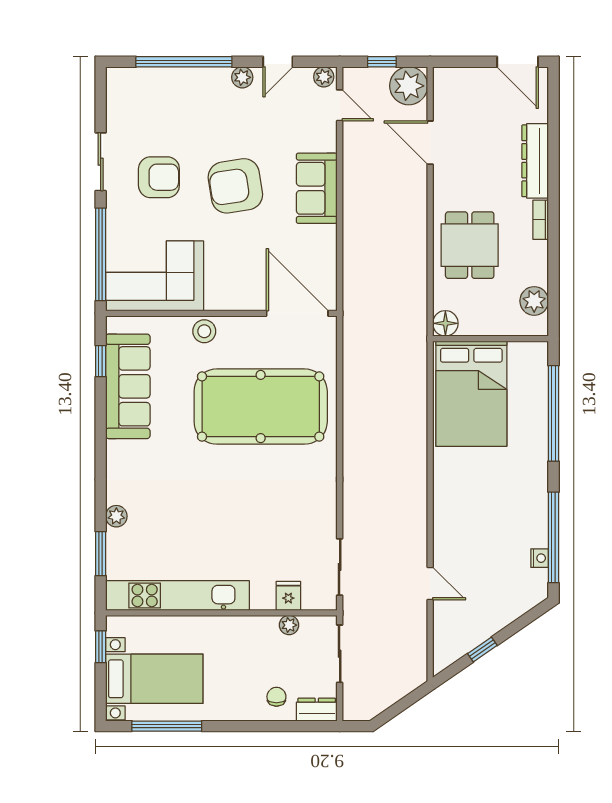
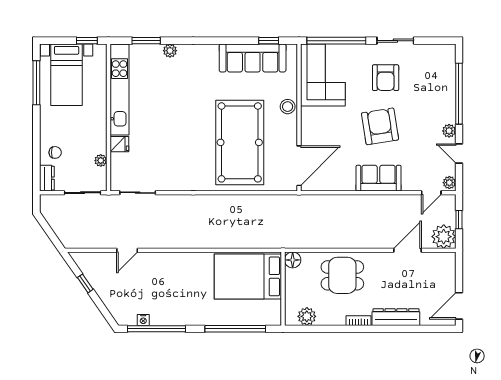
fridge: (288, 596) -> (119, 144), moved

